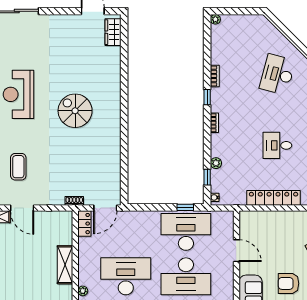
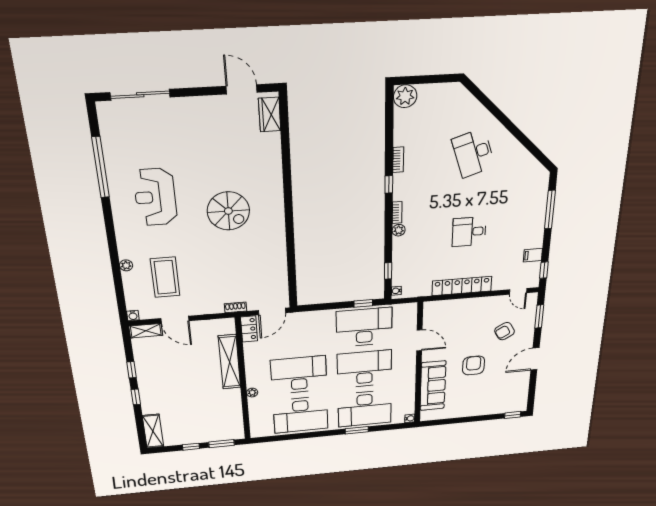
plant: (215, 19) -> (405, 96), width x1.87, depth x1.87
desk: (277, 74) -> (473, 153), turned -33
spiral stairs: (75, 111) -> (228, 211), turned 180
plant: (216, 163) -> (399, 230), moved
coffee table: (18, 167) -> (165, 277), width x1.36, depth x1.32
shelving: (65, 265) -> (230, 362), width x1.47
desk: (186, 276) -> (364, 369), turned 180
armchair: (289, 283) -> (474, 365), turned 90

